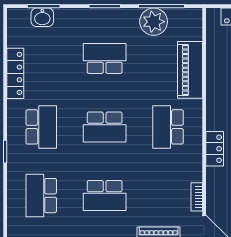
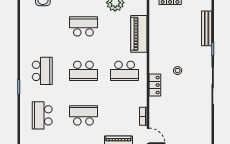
locker: (15, 73) -> (25, 36), removed
school desk: (168, 127) -> (125, 71), turned -90
school desk: (105, 196) -> (83, 115), turned 180

